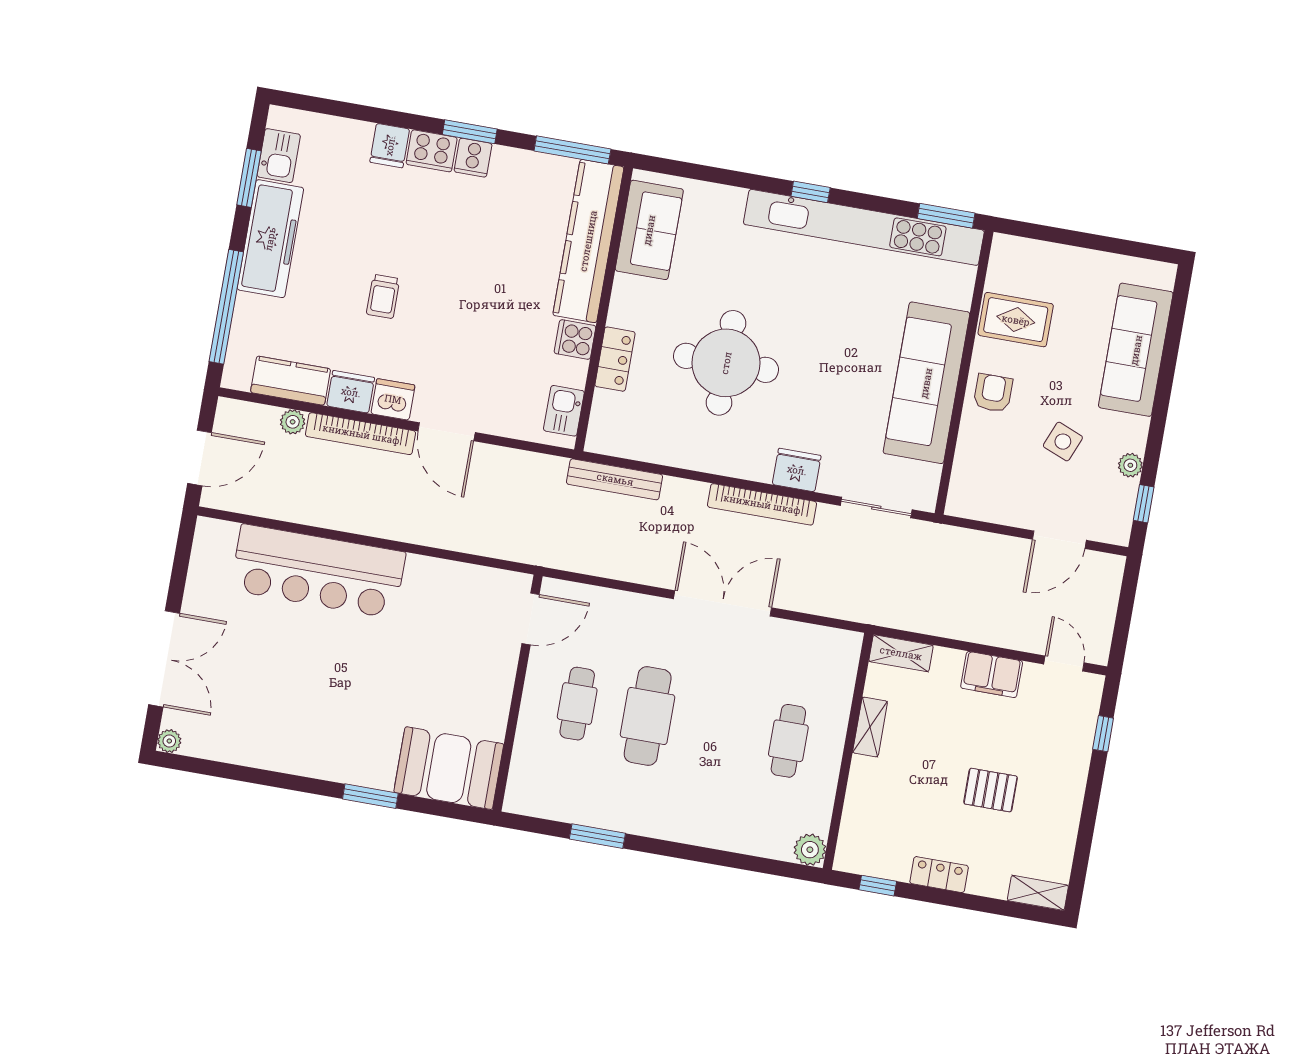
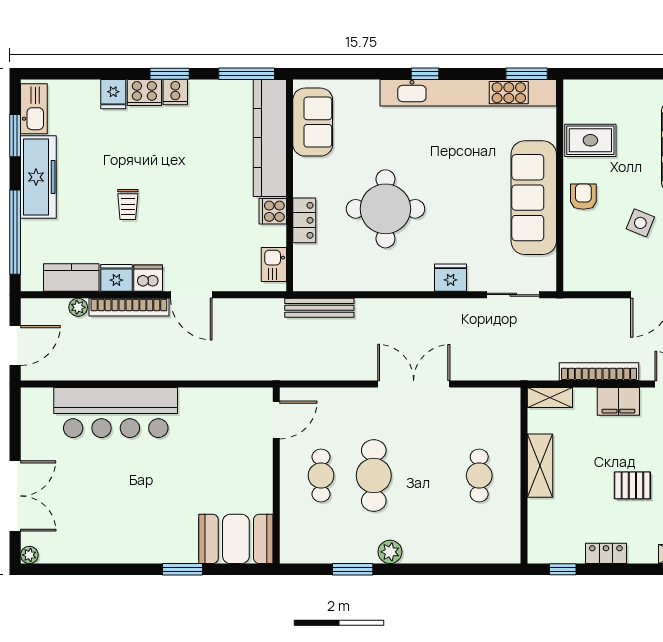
kitchen sink: (279, 156) -> (34, 109), width x1.38
bookcase: (762, 504) -> (599, 372), moved, turned 180
shelving: (870, 727) -> (540, 466), width x1.50, depth x1.33
plant: (810, 850) -> (390, 552), moved

